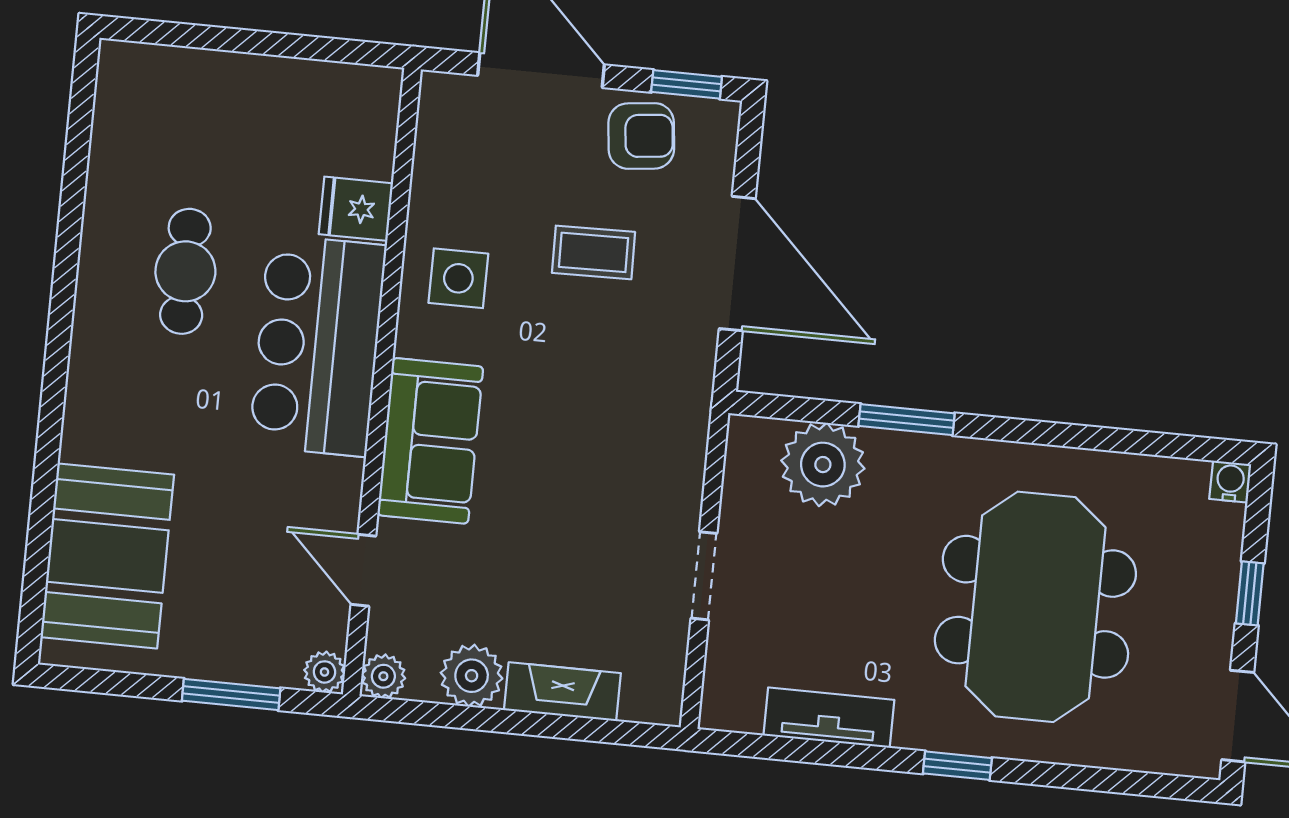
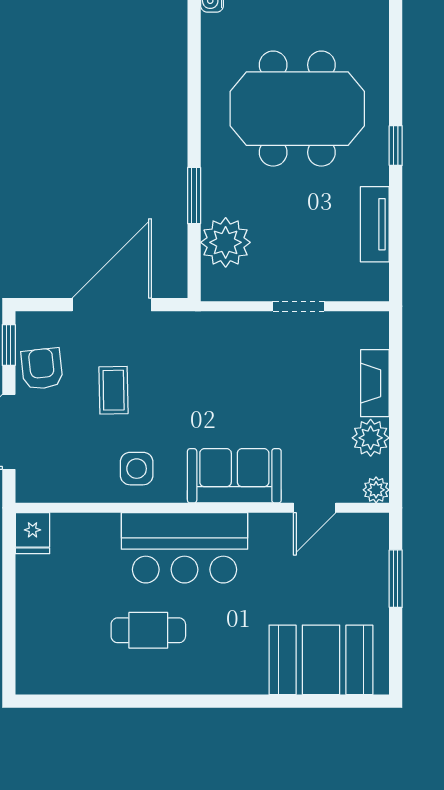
fridge: (356, 209) -> (33, 533), moved
plant: (324, 672) -> (377, 525), removed

